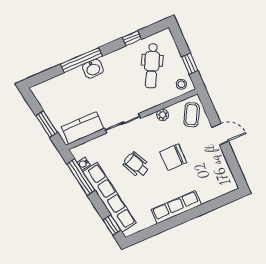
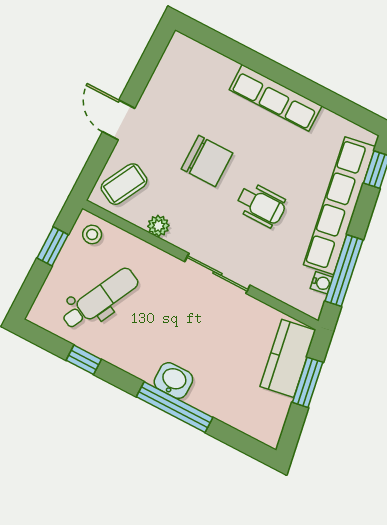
kitchen counter: (83, 128) -> (288, 358), moved, turned 81
wheelchair: (136, 165) -> (261, 205), turned -64

